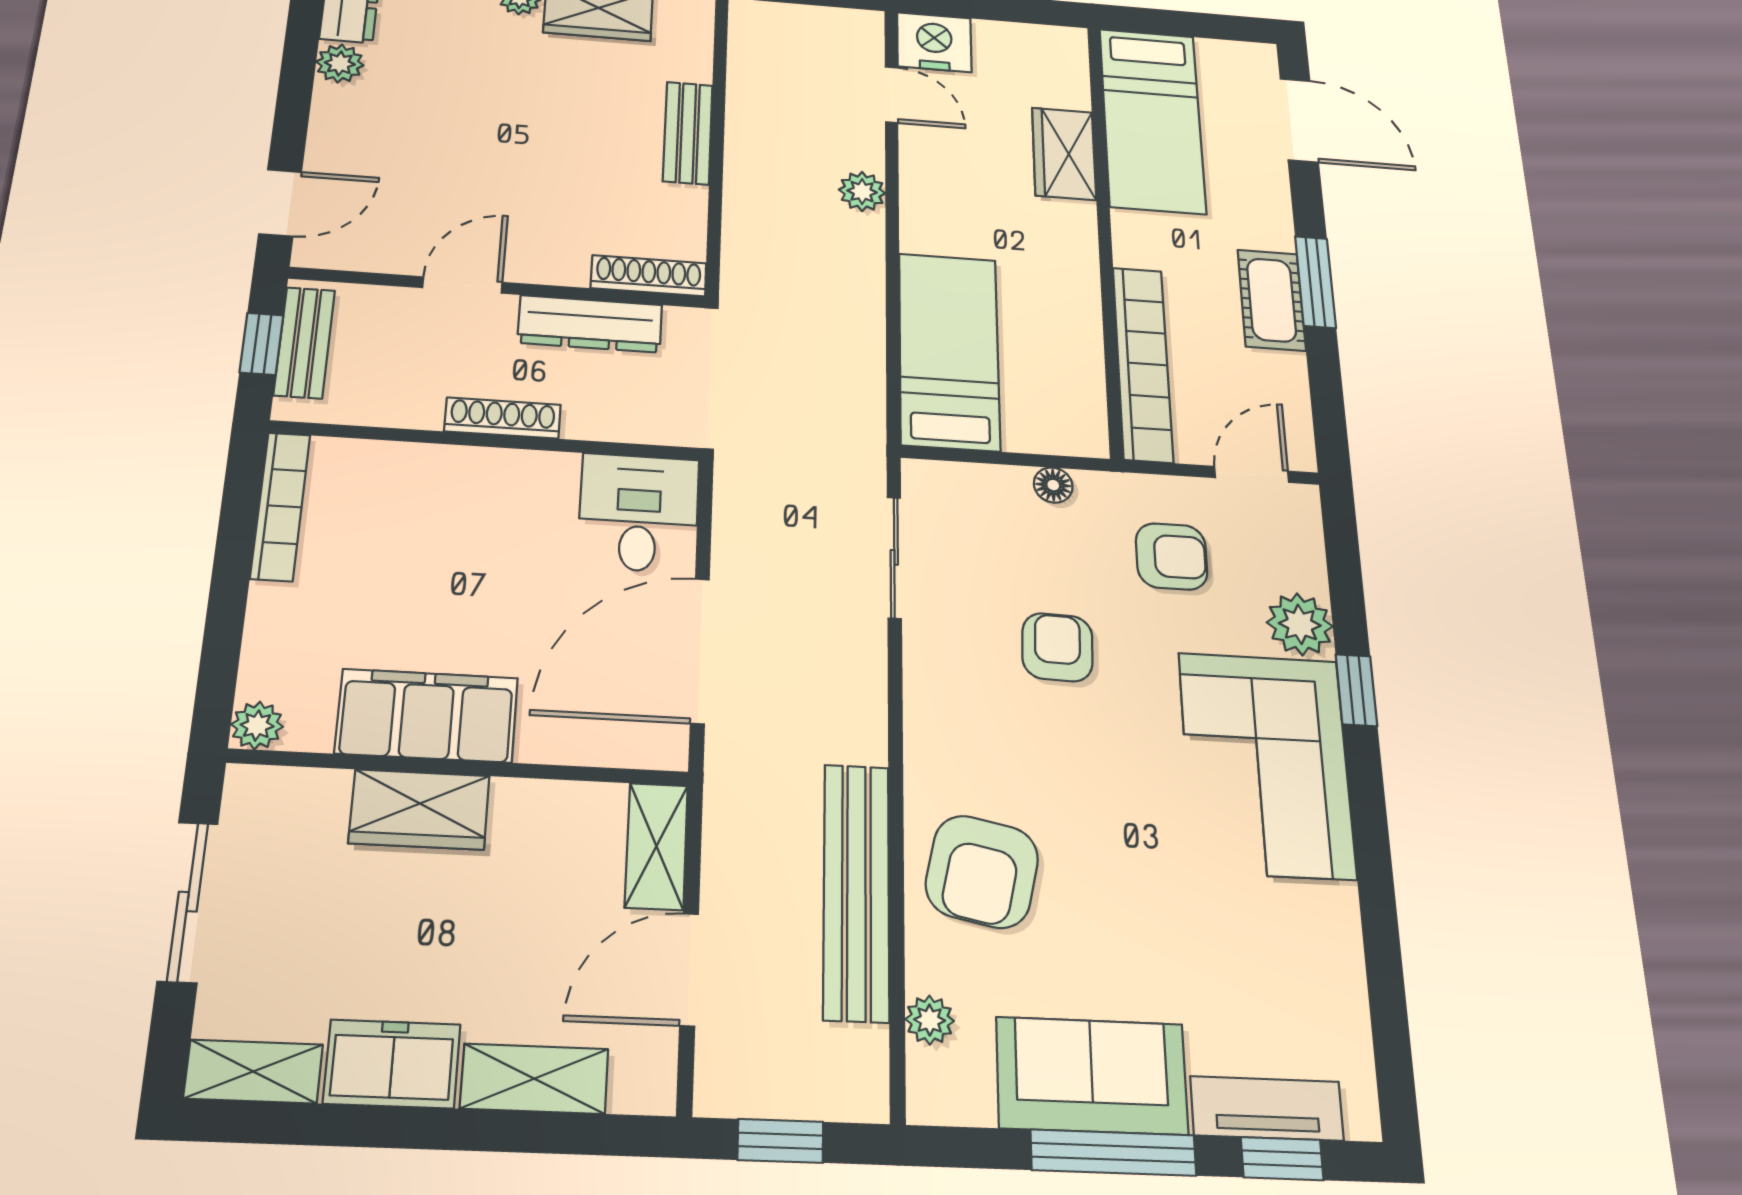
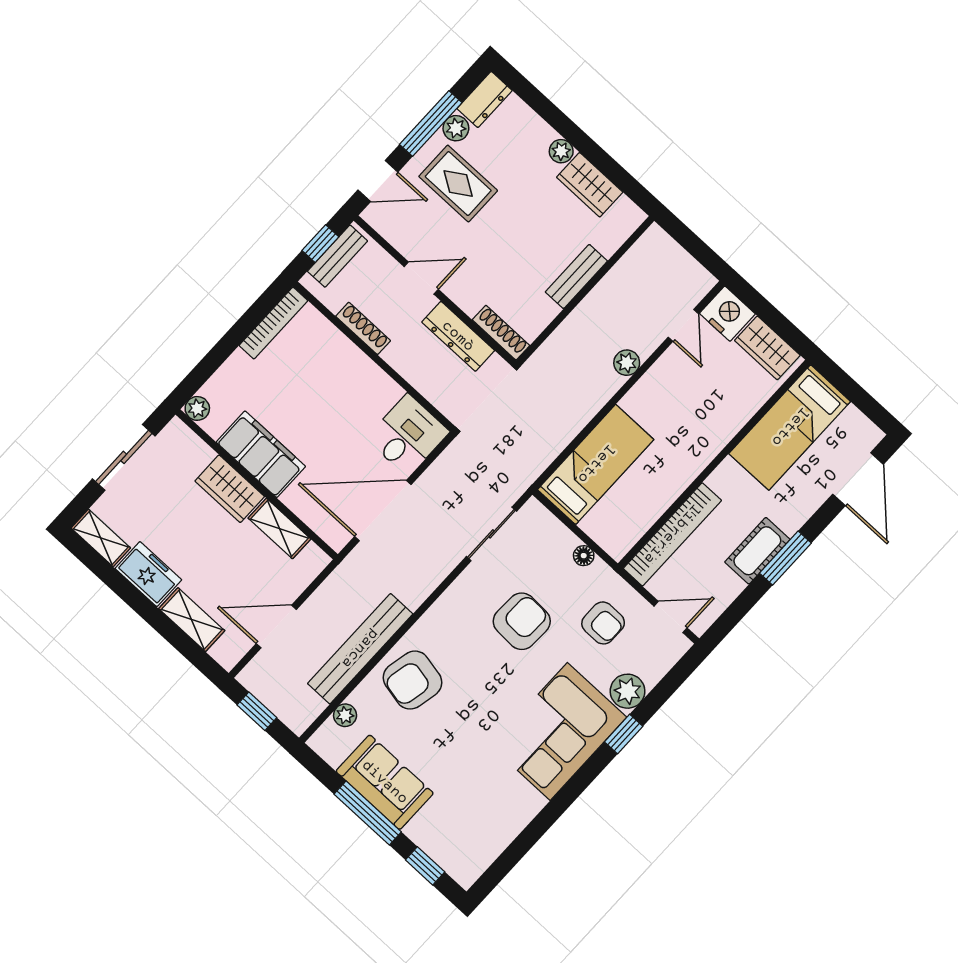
window: (296, 81) -> (431, 123), added
rug: (407, 129) -> (458, 184), added
wardrobe: (1064, 154) -> (767, 348), moved, turned -90
shoe rack: (503, 418) -> (363, 328), moved
armchair: (1057, 647) -> (522, 621), width x1.38, depth x1.38
shelving: (656, 846) -> (279, 529), moved, turned 90
tv unit: (1267, 1108) -> (436, 846), removed

